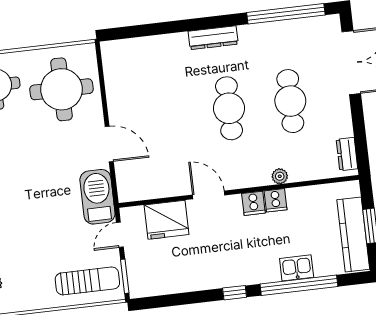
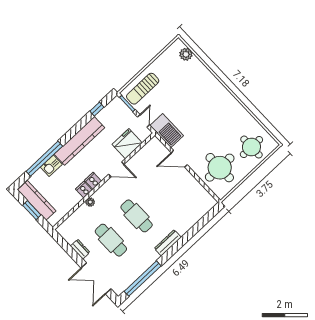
dresser: (347, 154) -> (80, 249), moved
kitchen counter: (231, 274) -> (79, 141), added
window: (235, 293) -> (97, 109), moved

